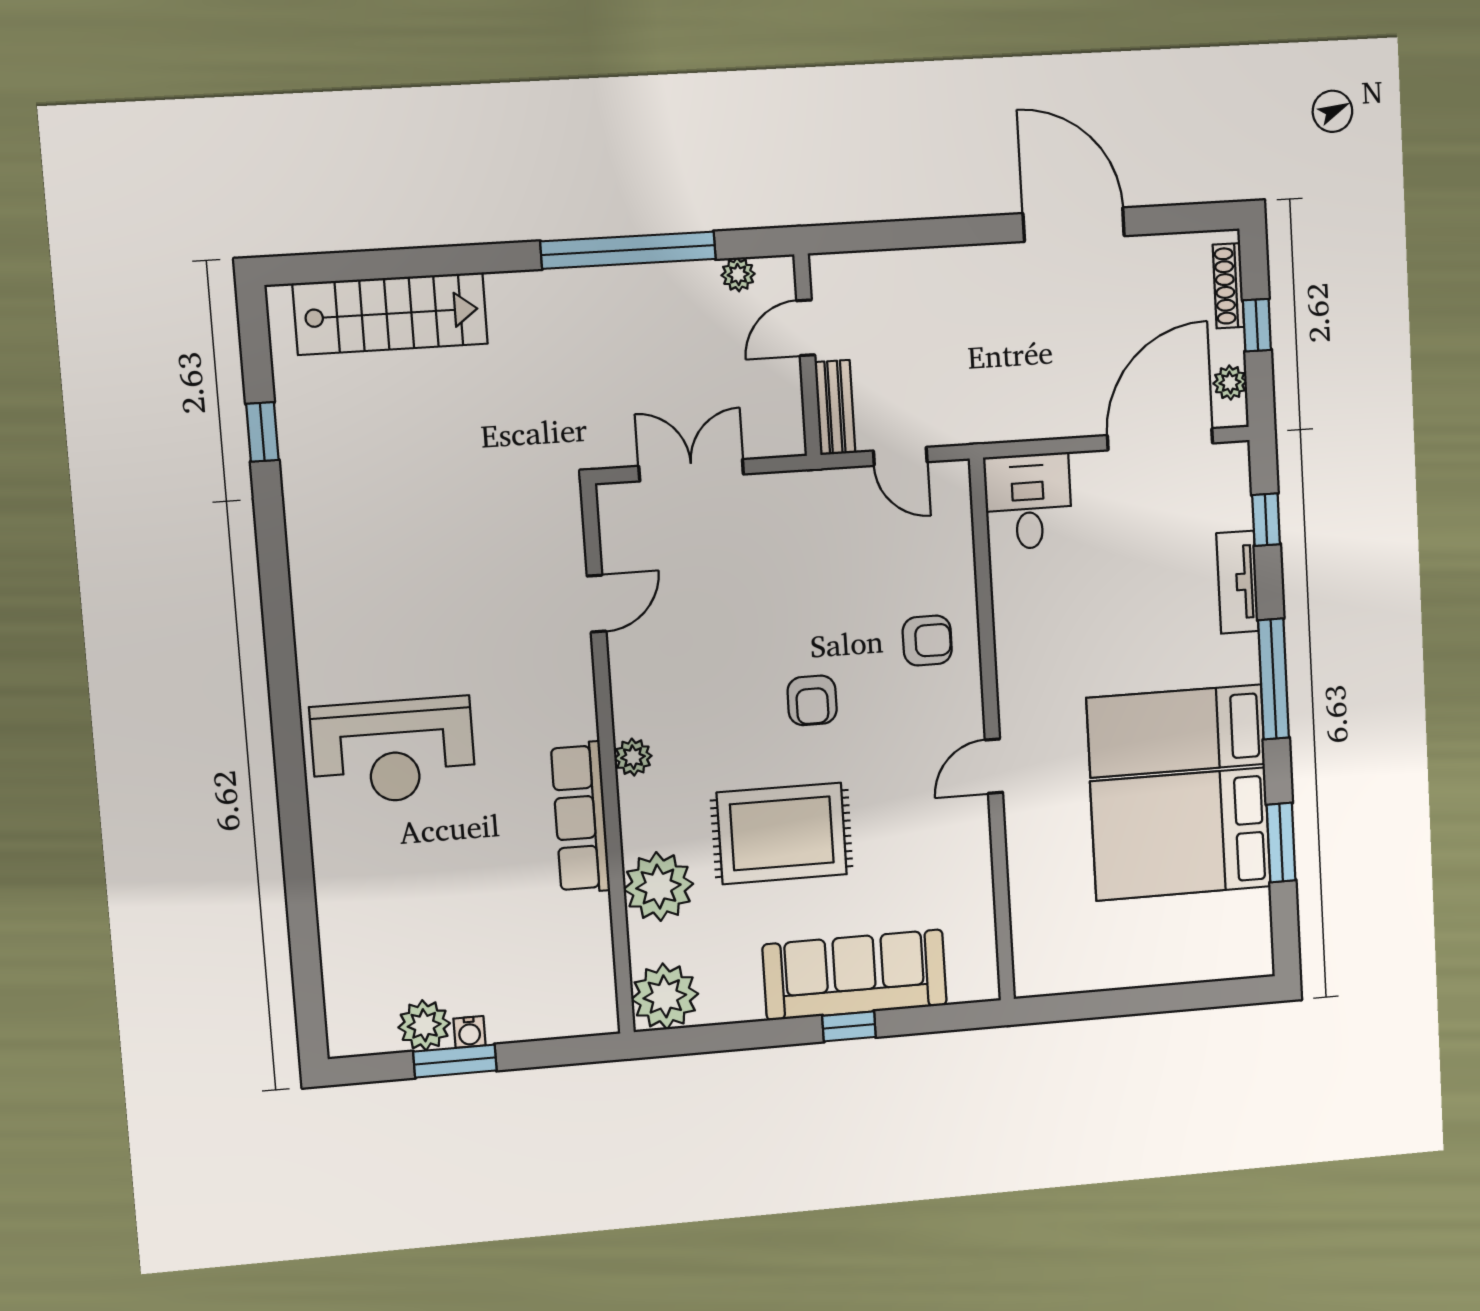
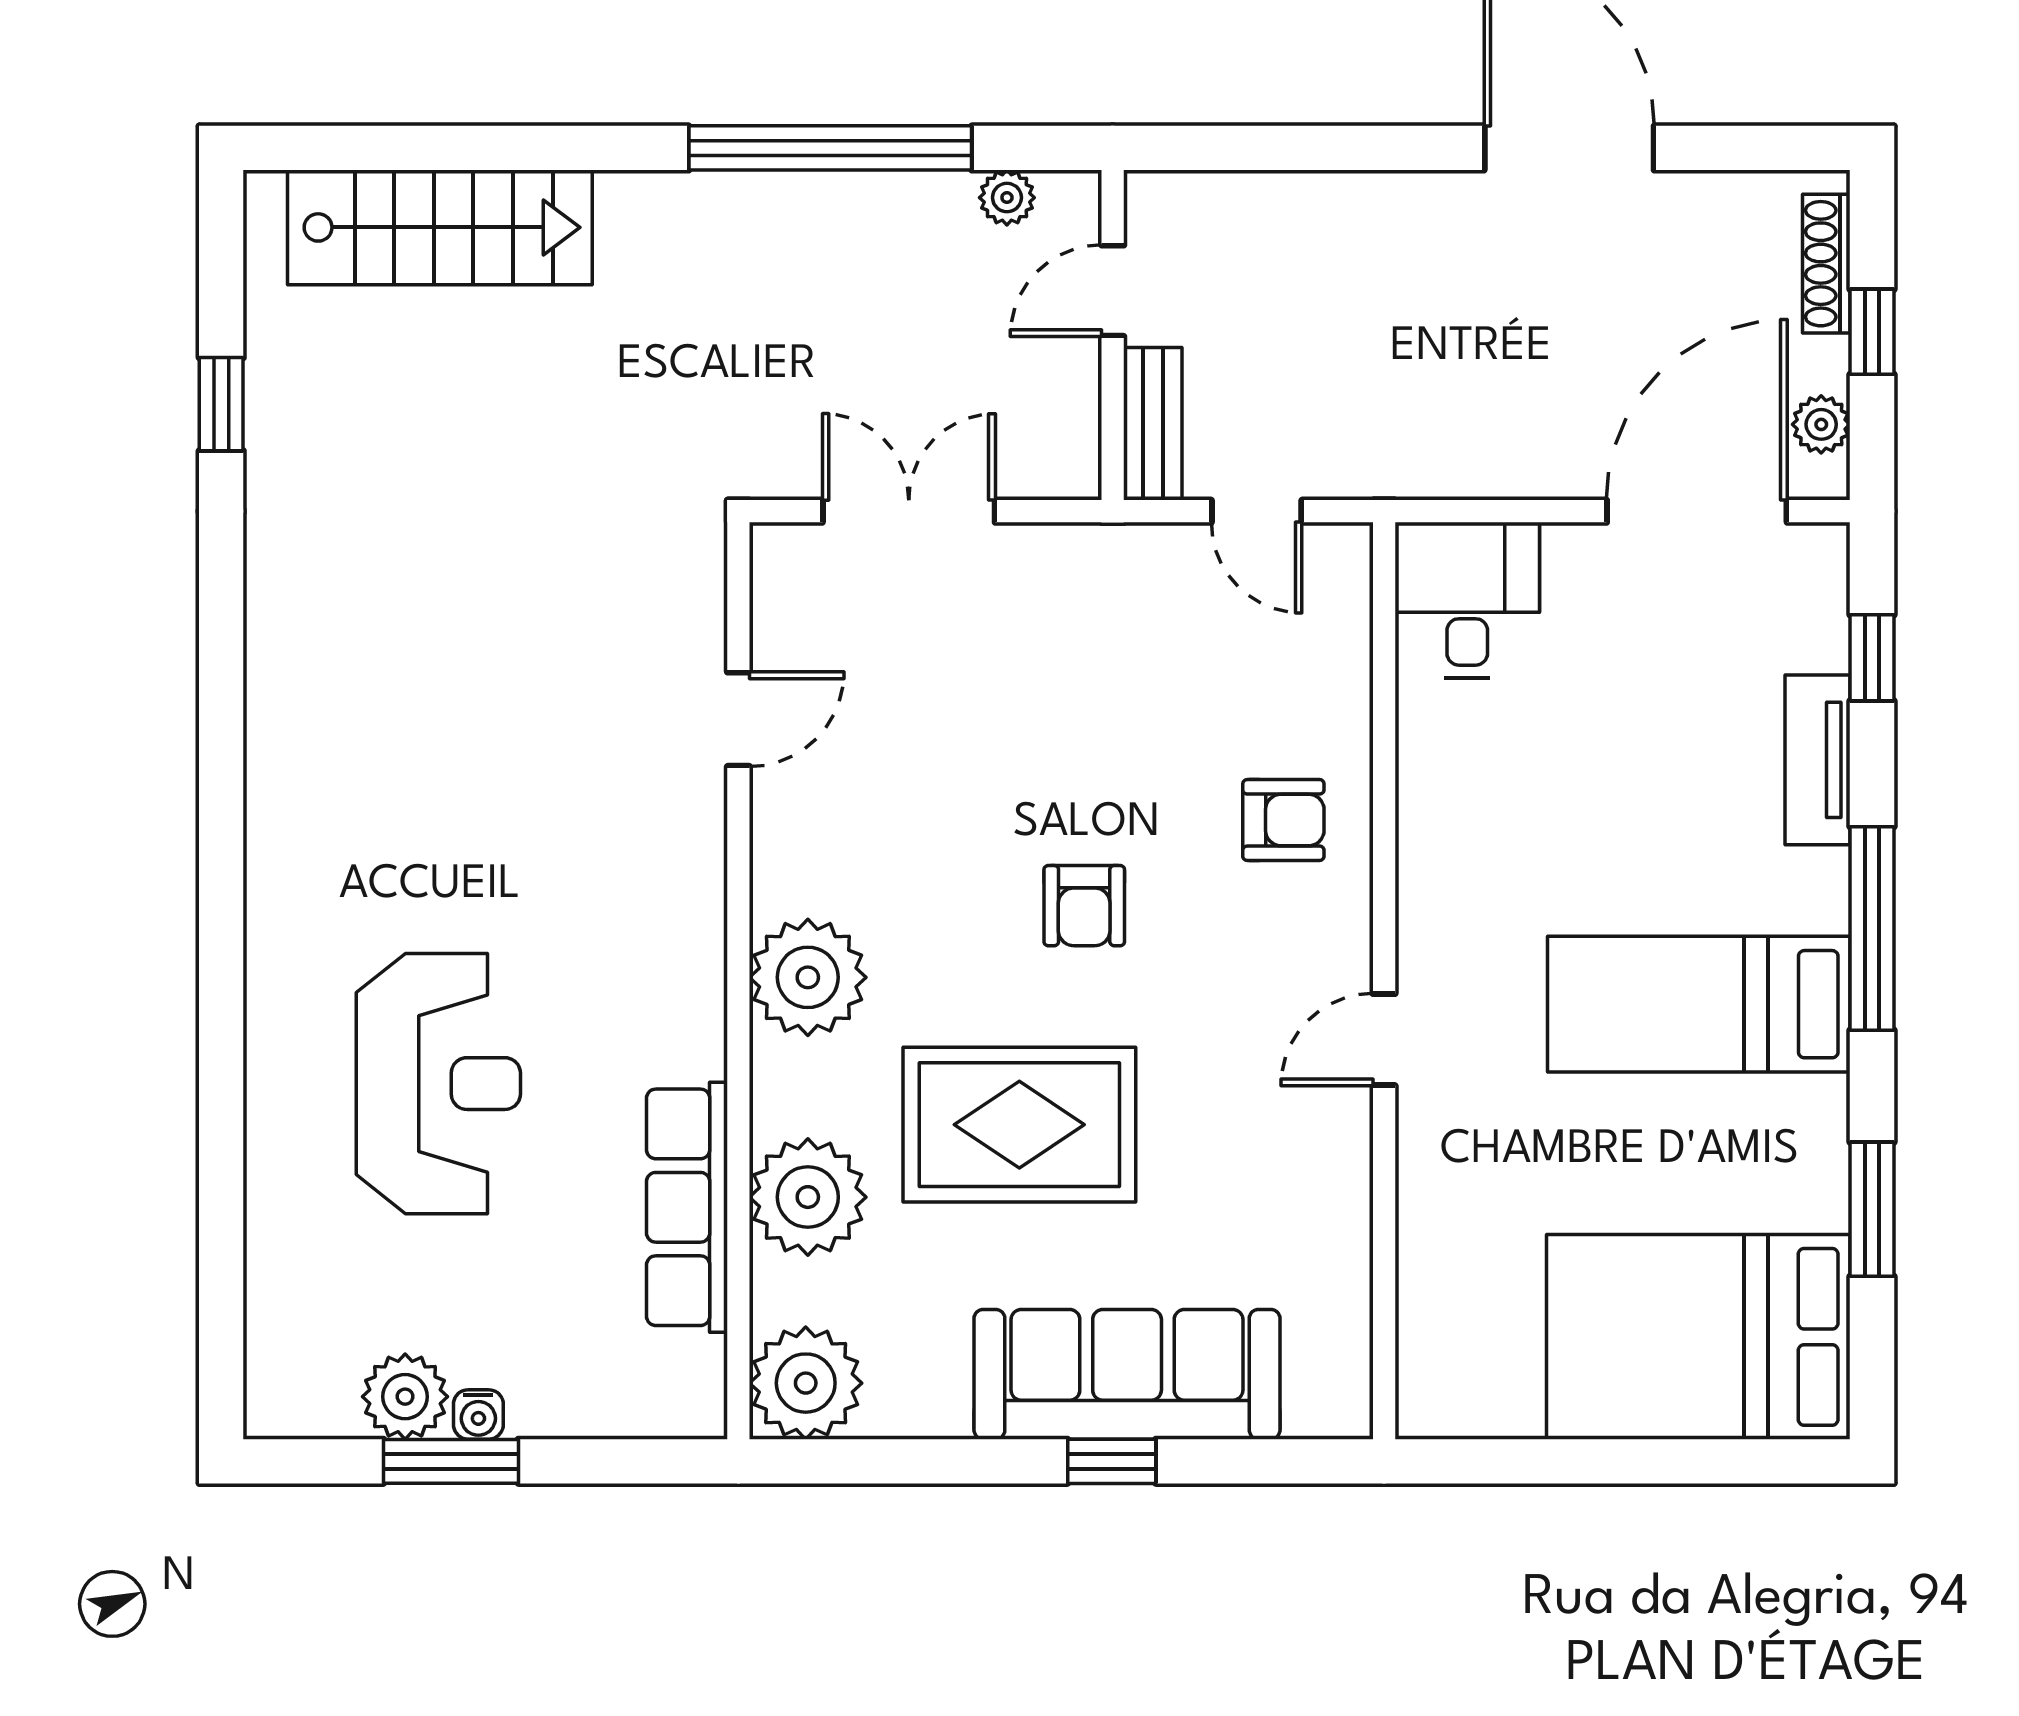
reception desk: (393, 751) -> (438, 1084), moved, turned -90
plant: (633, 757) -> (808, 977), width x1.87, depth x1.87
row of seats: (580, 818) -> (687, 1207), moved
bed: (1181, 834) -> (1698, 1337), moved

